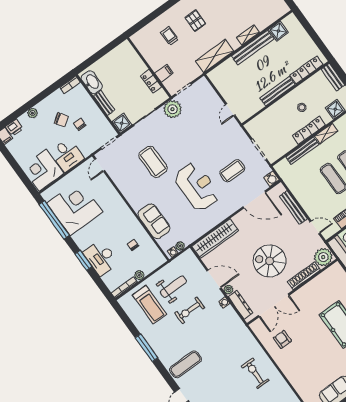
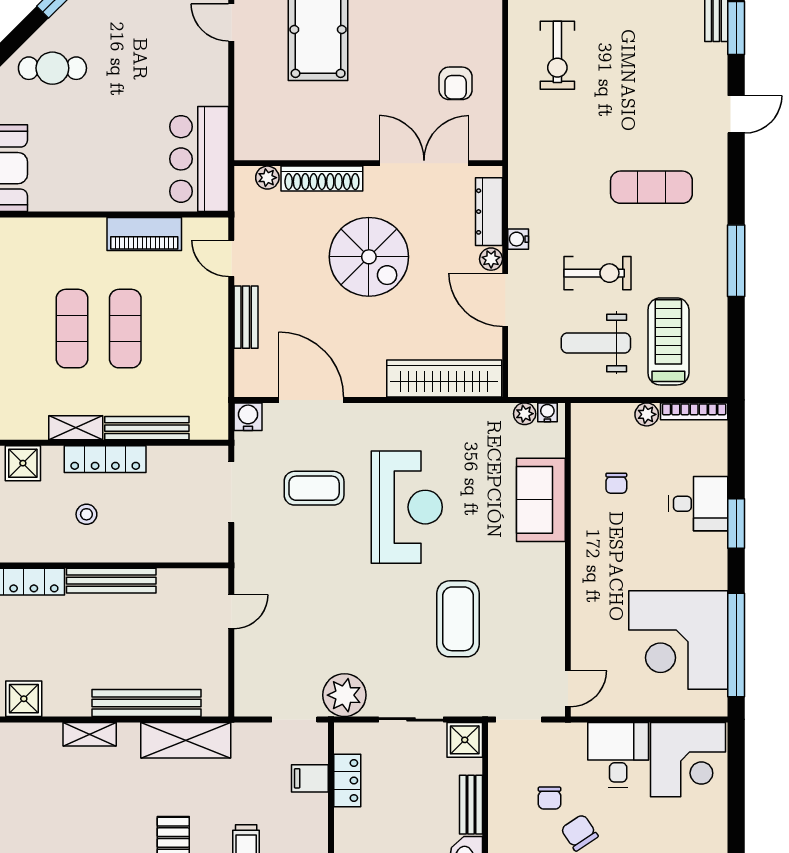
bench: (253, 47) -> (147, 703), moved
reception desk: (197, 187) -> (407, 507), turned 180
bench: (293, 208) -> (246, 317), width x0.73
plant: (323, 257) -> (267, 178), width x0.53, depth x0.53
desk: (101, 258) -> (698, 504), width x0.73
exercise mat: (185, 364) -> (651, 187), moved

